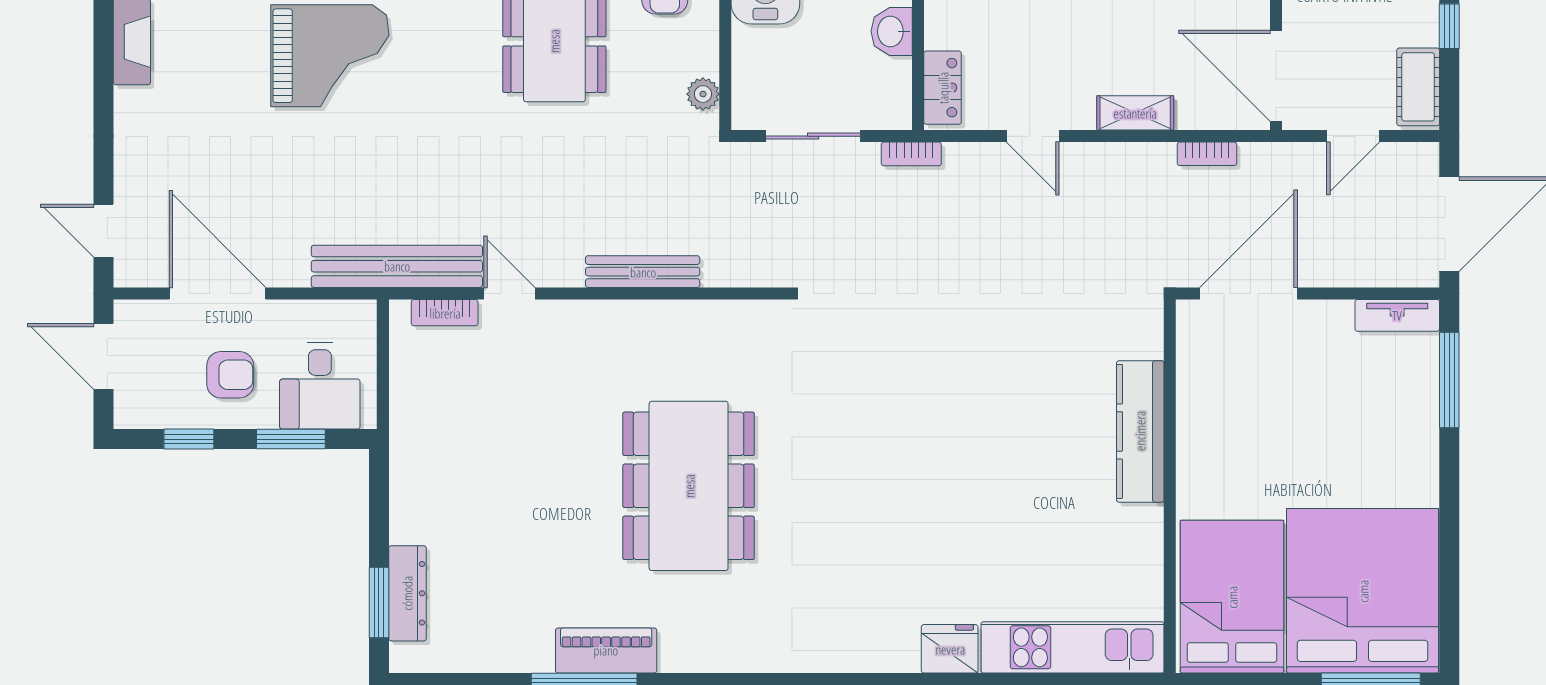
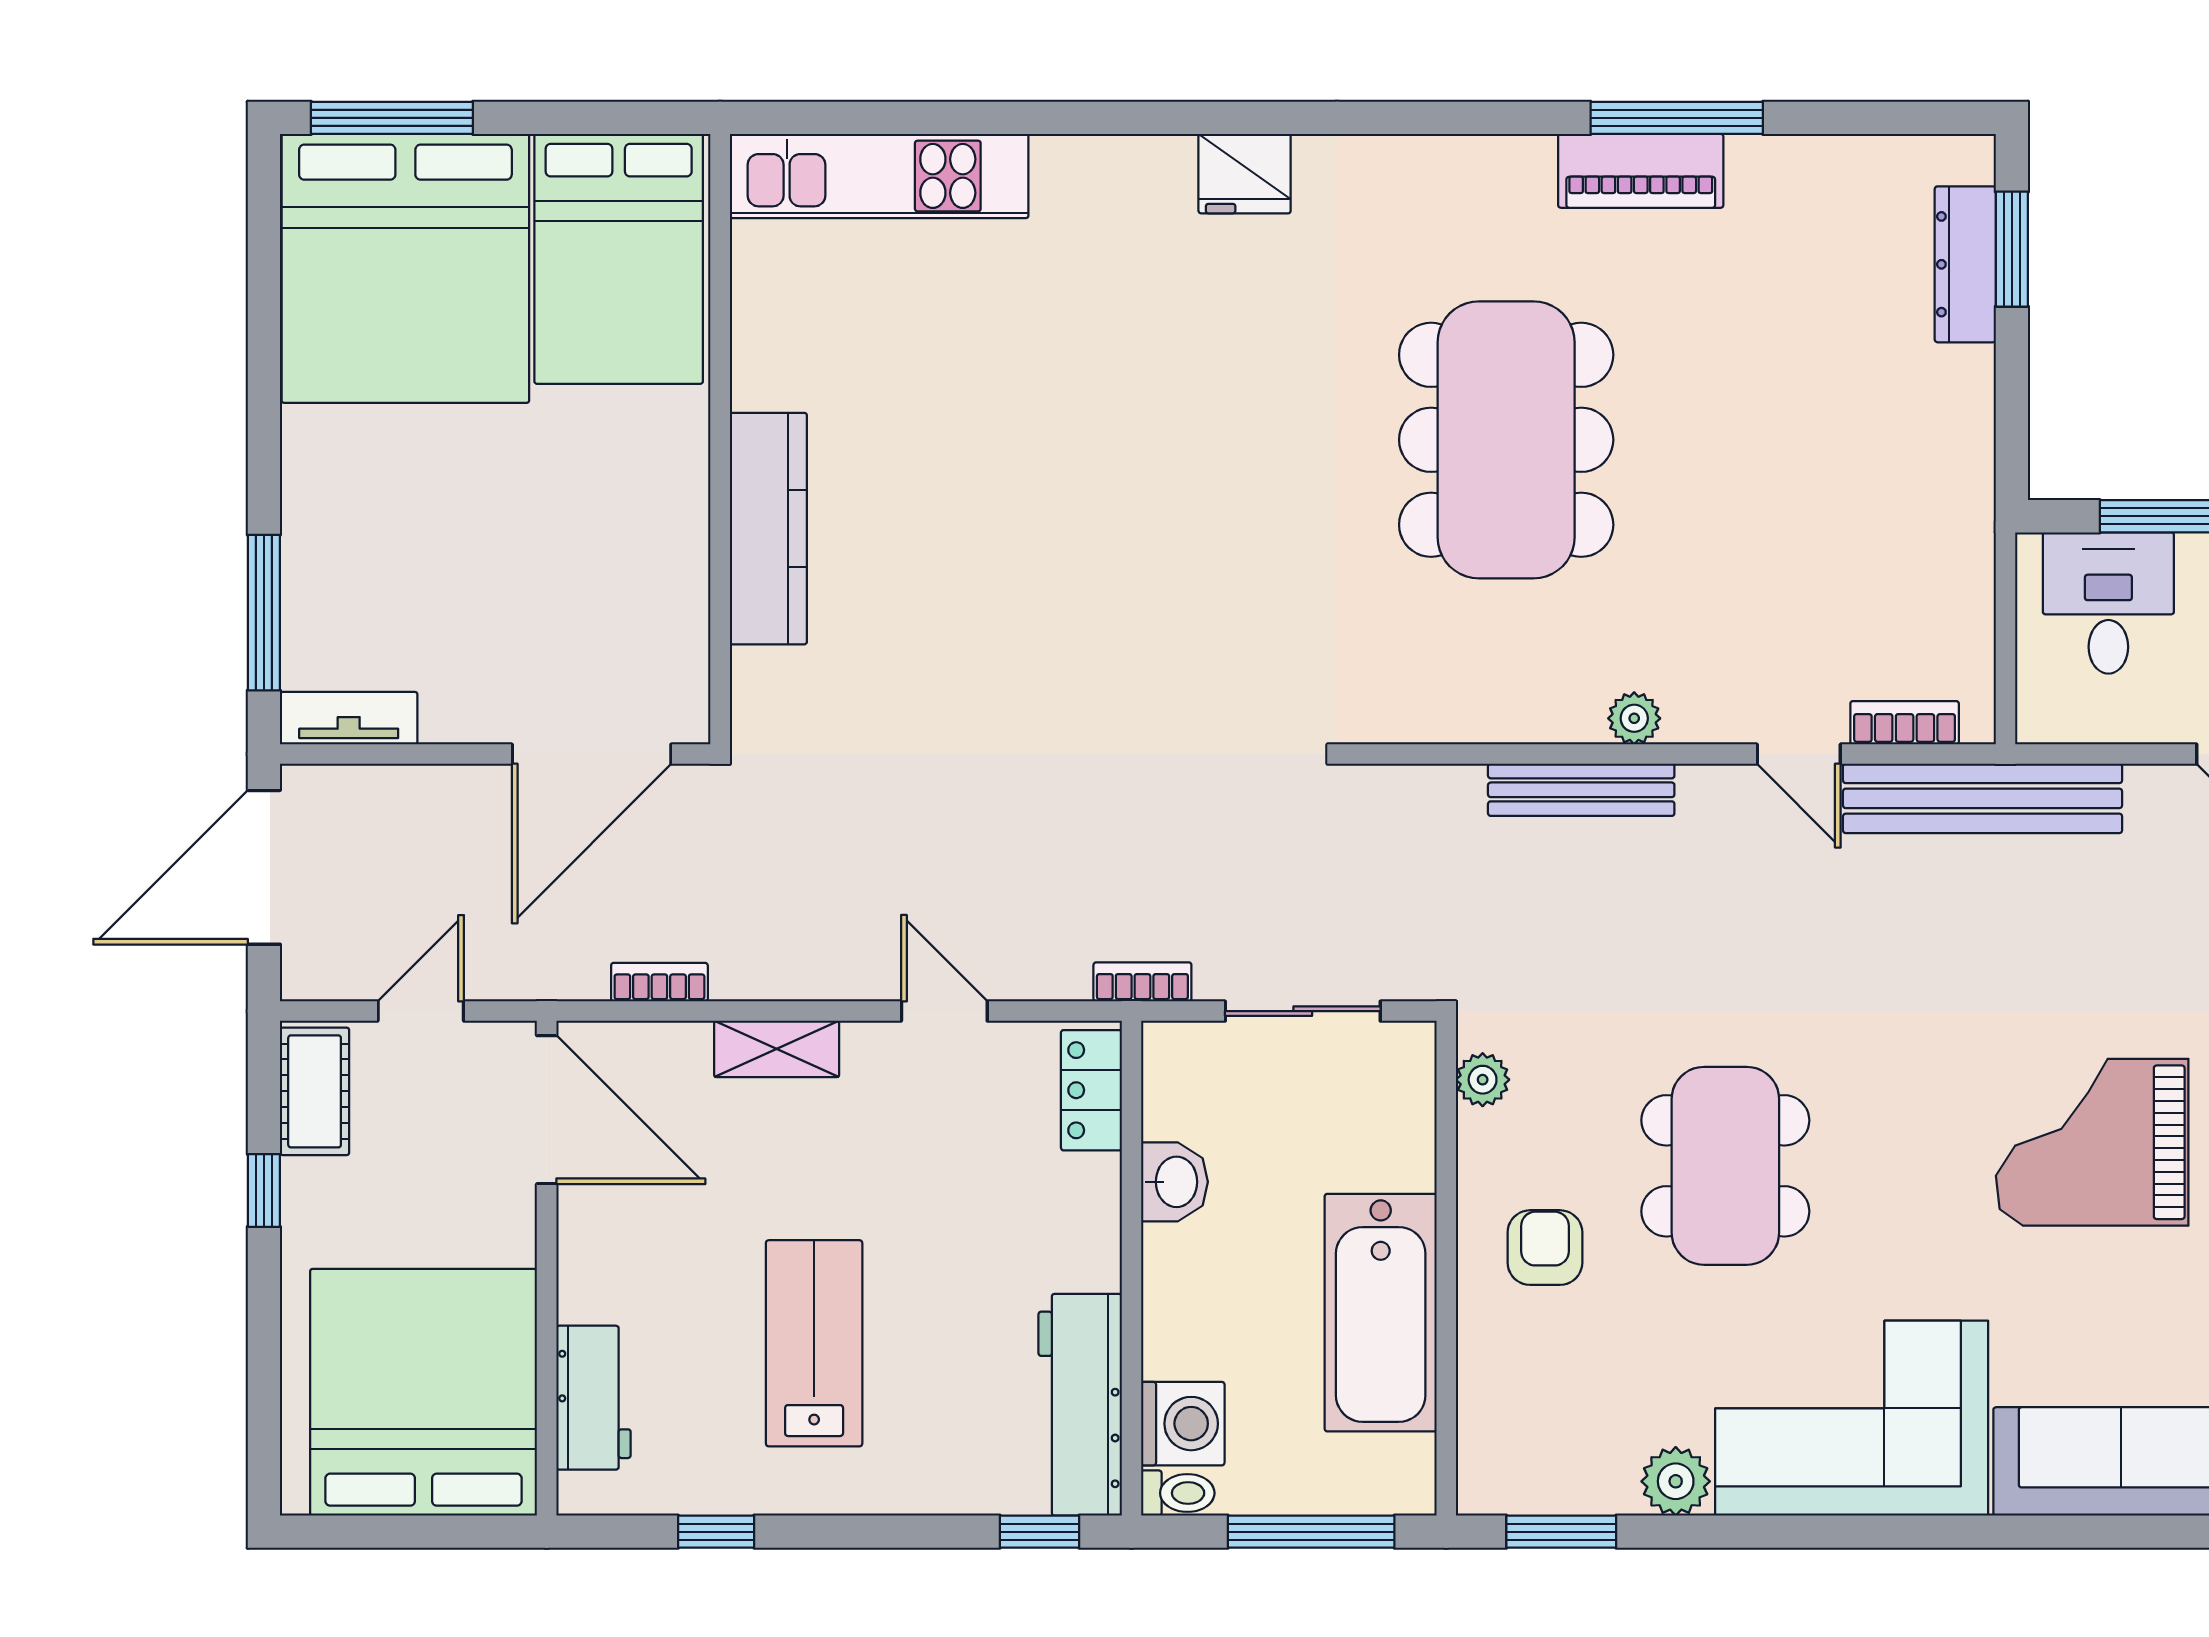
plant: (610, 315) -> (1634, 718), added
fridge: (950, 649) -> (1245, 174), moved

